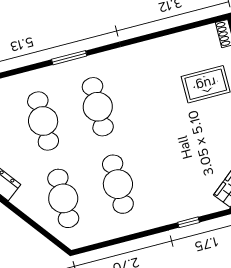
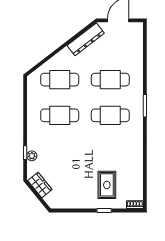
plant: (191, 211) -> (32, 156), added

